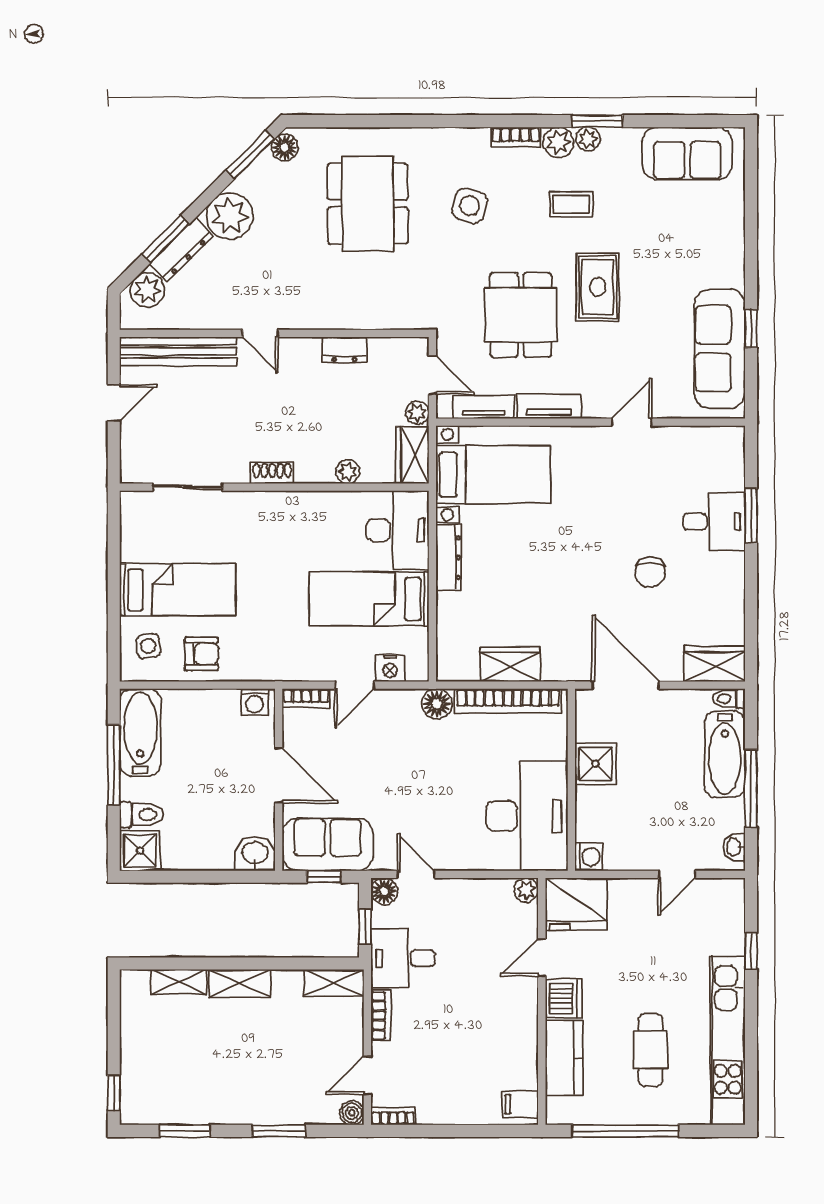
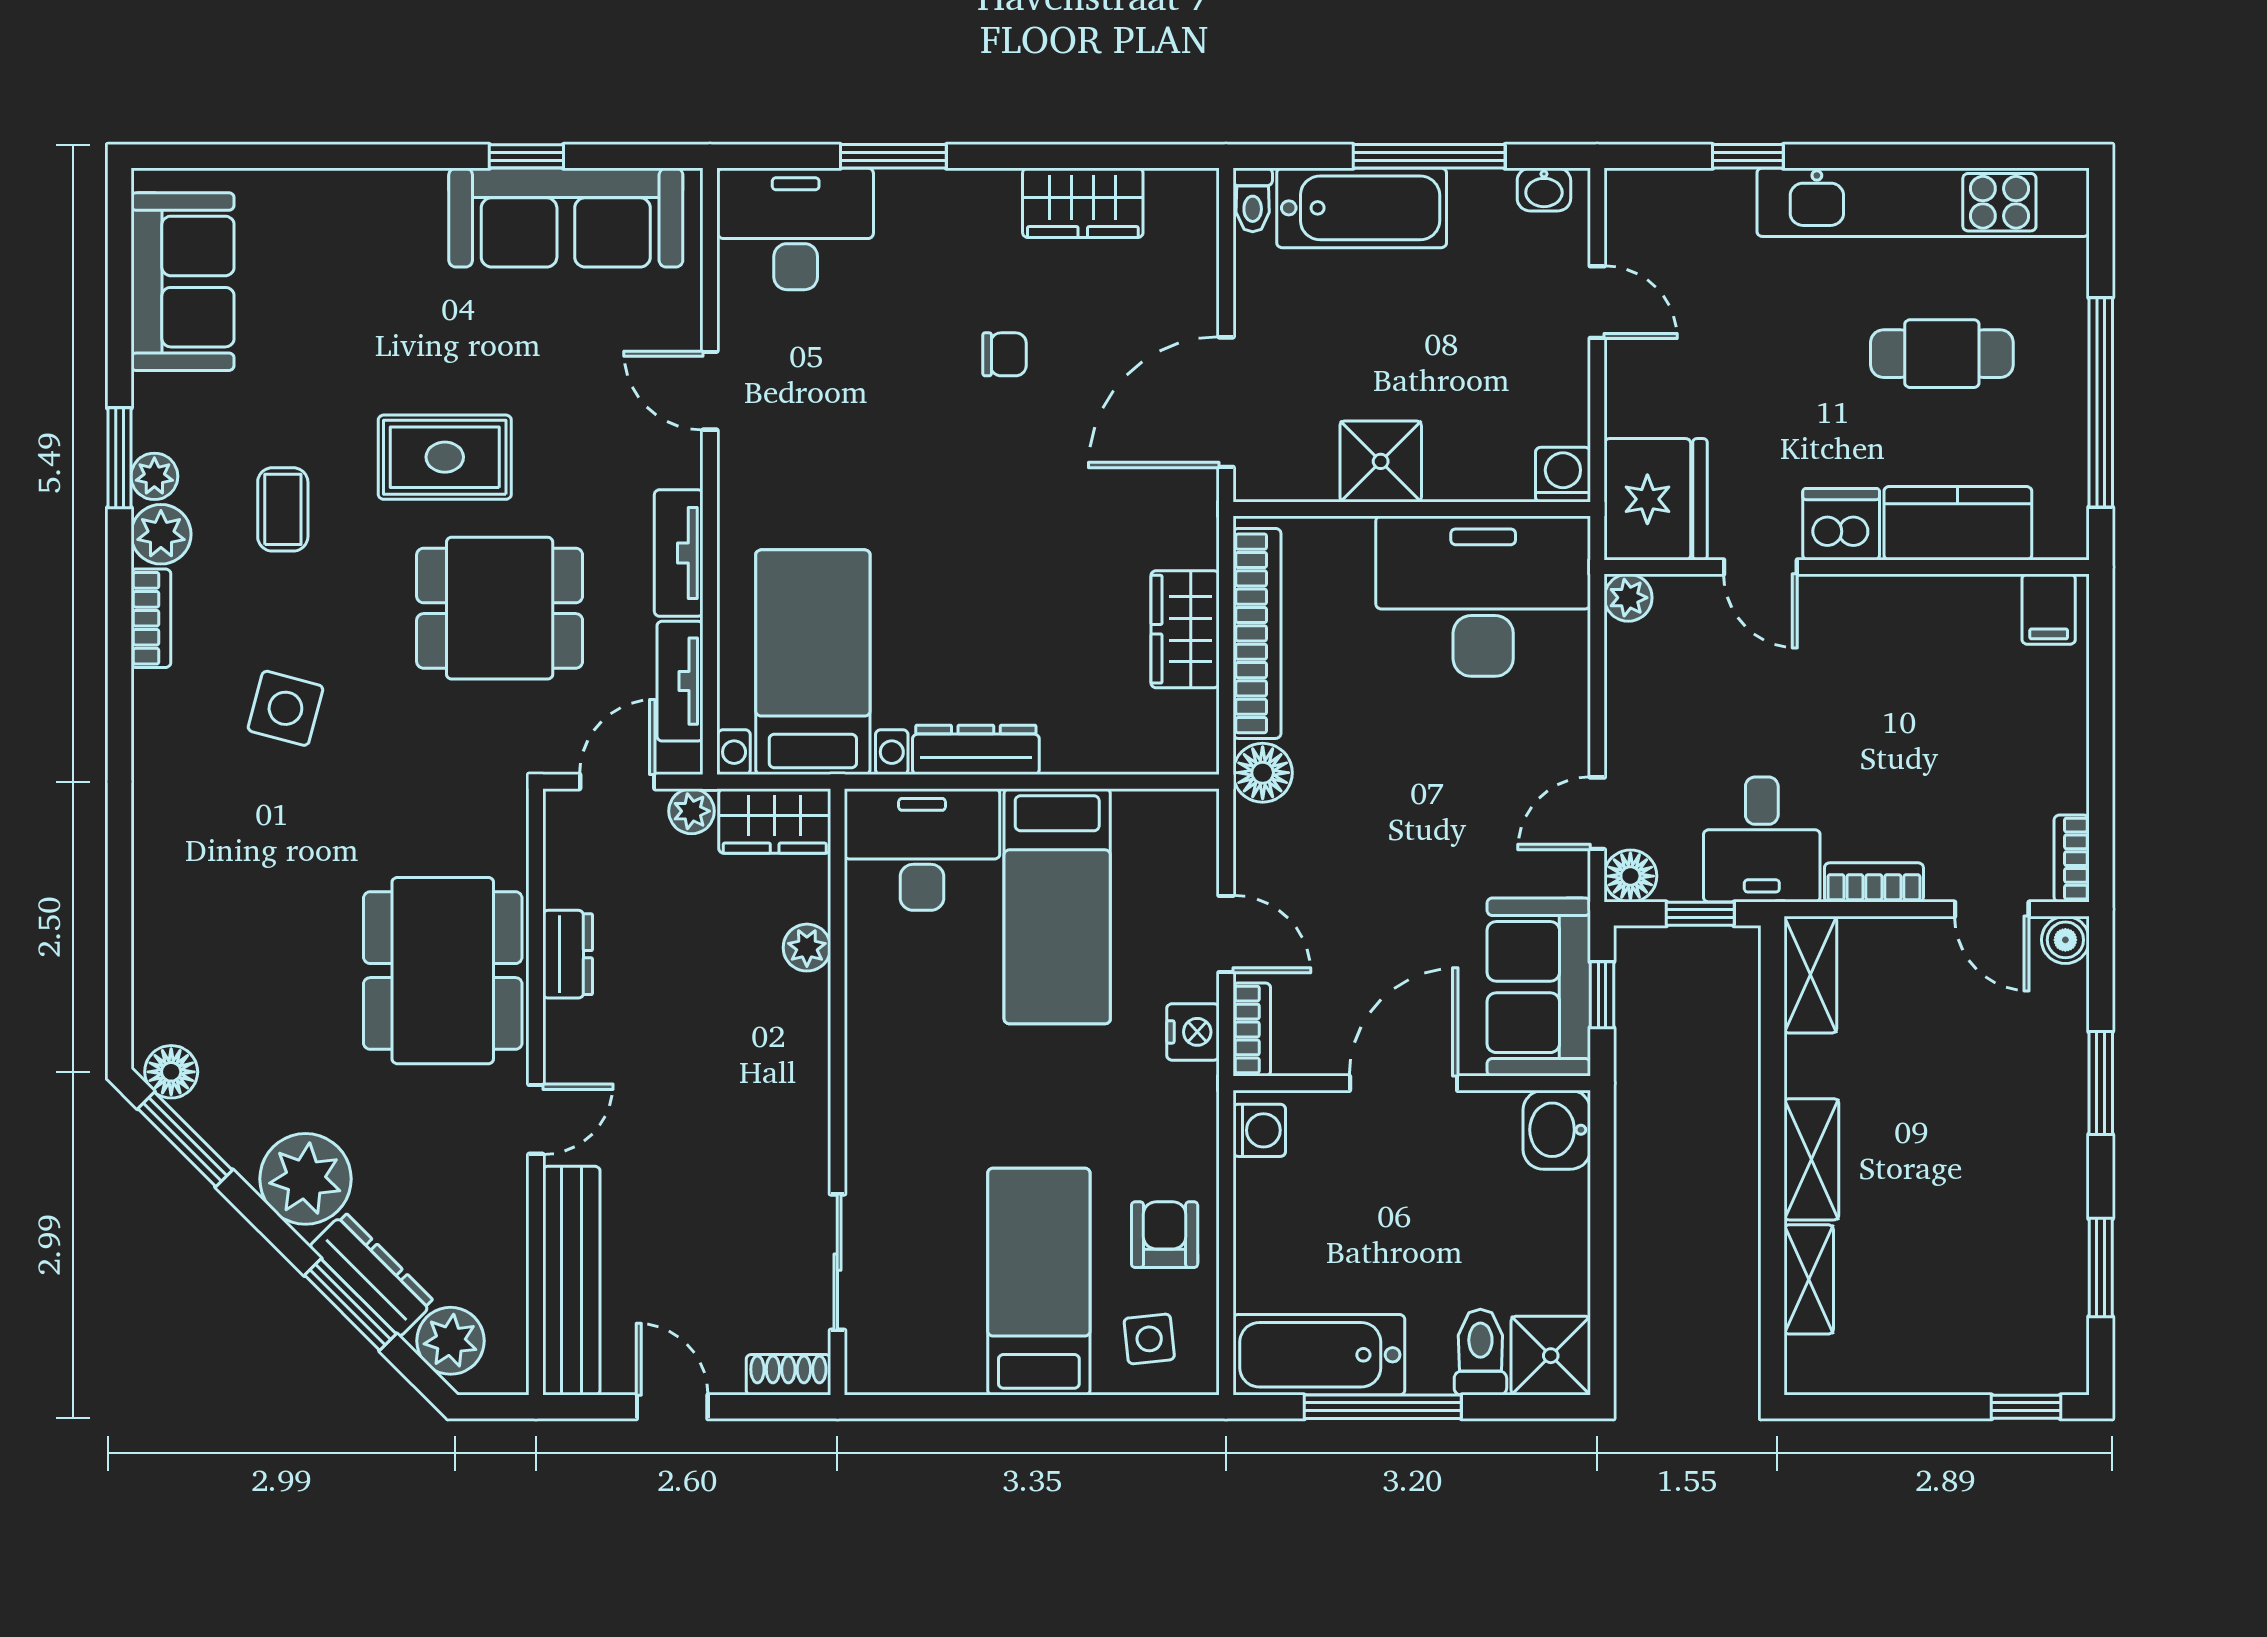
dining table: (368, 204) -> (443, 971), moved, turned 90
shoe rack: (272, 473) -> (788, 1375), moved, turned 90
desk: (714, 522) -> (796, 229), moved, width x1.37
chair: (650, 572) -> (1004, 354), width x0.73, depth x0.73
wardrobe: (714, 664) -> (1083, 203), moved, turned -90
nightstand: (390, 668) -> (1193, 1032), moved

